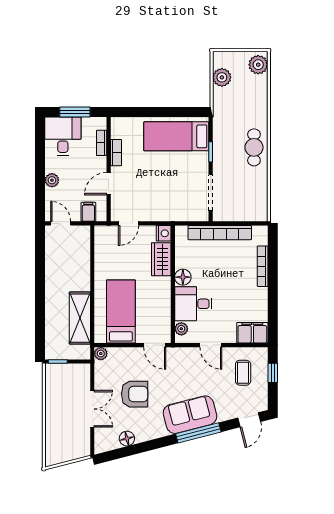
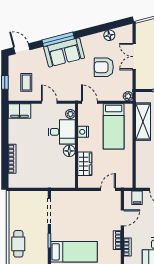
nightstand: (164, 233) -> (83, 132), moved
bookcase: (220, 233) -> (43, 183), removed
door: (249, 420) -> (22, 49), hinge flipped

